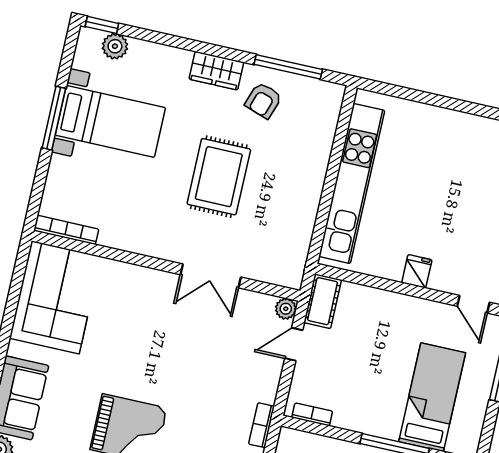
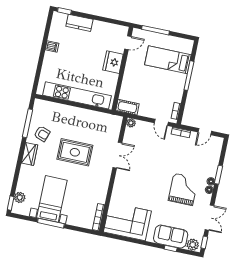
dishwasher: (467, 127) -> (52, 46), added
fridge: (417, 271) -> (113, 62), width x1.88, depth x1.34
door: (294, 344) -> (161, 122), moved

